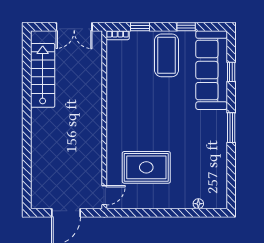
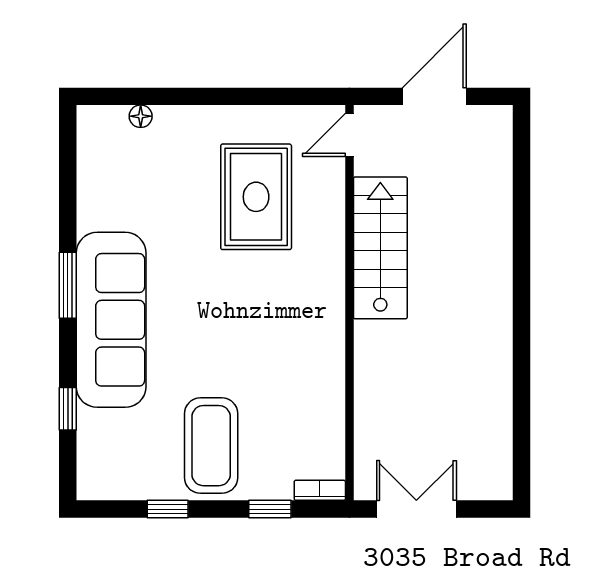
sofa: (212, 70) -> (111, 320), moved
stairs: (43, 75) -> (380, 248), moved, turned 180
rug: (146, 167) -> (256, 197), turned 90

